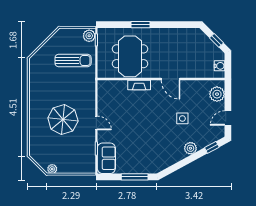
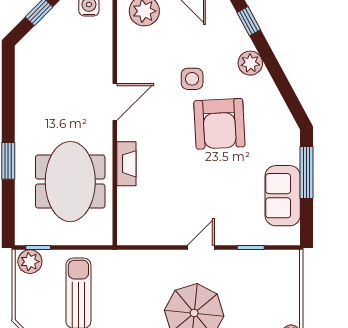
meeting table: (130, 56) -> (70, 182), turned 90
armchair: (159, 132) -> (219, 124), added
sofa: (106, 158) -> (283, 196), moved, turned -90

